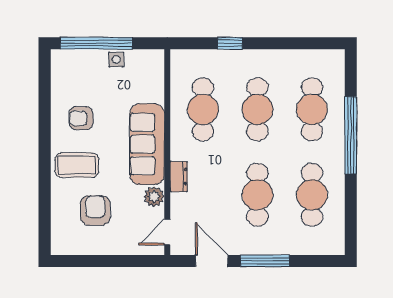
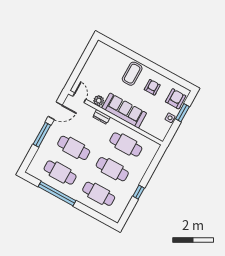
window: (96, 43) -> (182, 113), width x0.47
window: (230, 43) -> (139, 192), moved
window: (351, 135) -> (57, 194), moved
armchair: (95, 210) -> (176, 99), moved, turned -90

